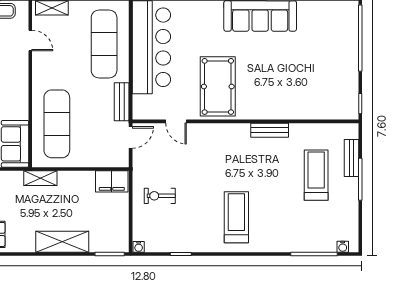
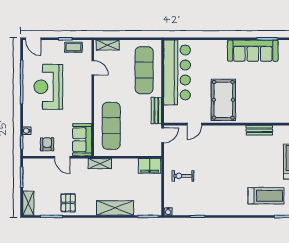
door: (176, 121) -> (194, 124), hinge flipped
treadmill: (236, 217) -> (266, 196), moved, turned 90

